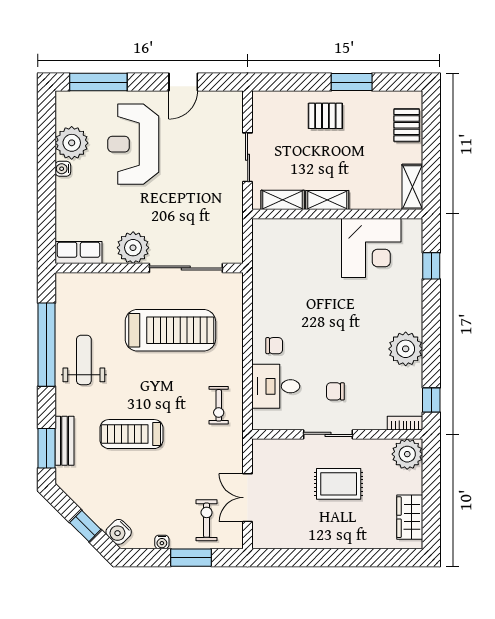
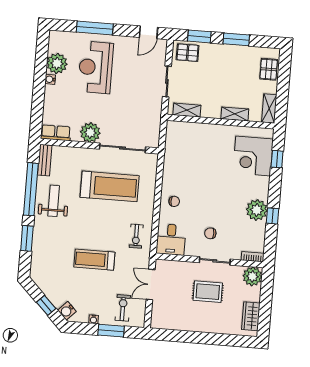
window: (98, 82) -> (95, 28), moved
door: (183, 82) -> (148, 32), moved
window: (293, 82) -> (199, 36), added
pallet: (325, 116) -> (188, 53), moved
shelving: (327, 200) -> (235, 114), moved
corner desk: (371, 248) -> (253, 156), moved, turned 90
desk: (276, 386) -> (171, 239), moved, turned -90
window: (431, 400) -> (273, 216), moved
treadmill: (131, 434) -> (94, 260), moved
sliding door: (328, 434) -> (215, 261), moved
bench: (65, 441) -> (45, 160), moved
window: (47, 448) -> (27, 238), moved
double door: (248, 498) -> (151, 285), moved

